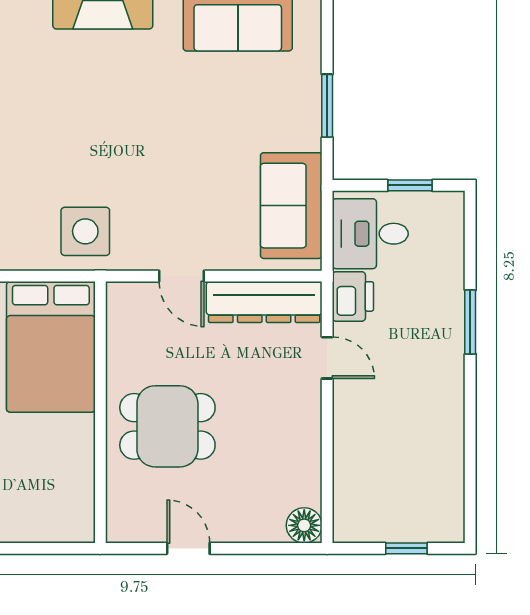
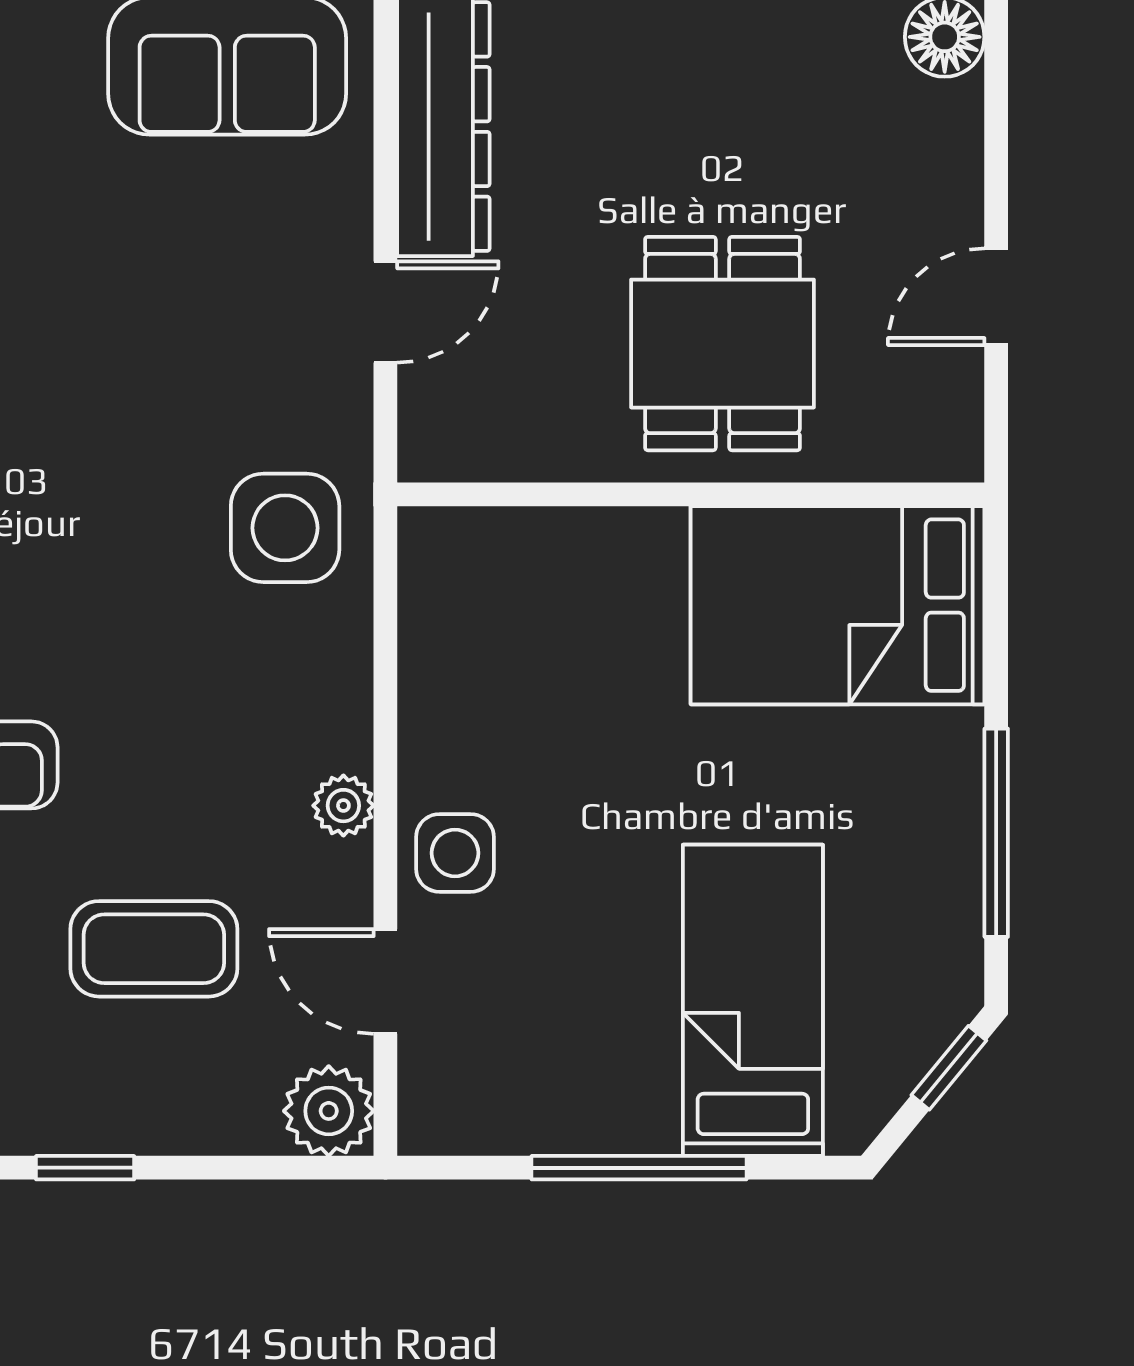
bed: (51, 347) -> (838, 605), moved, turned 180

